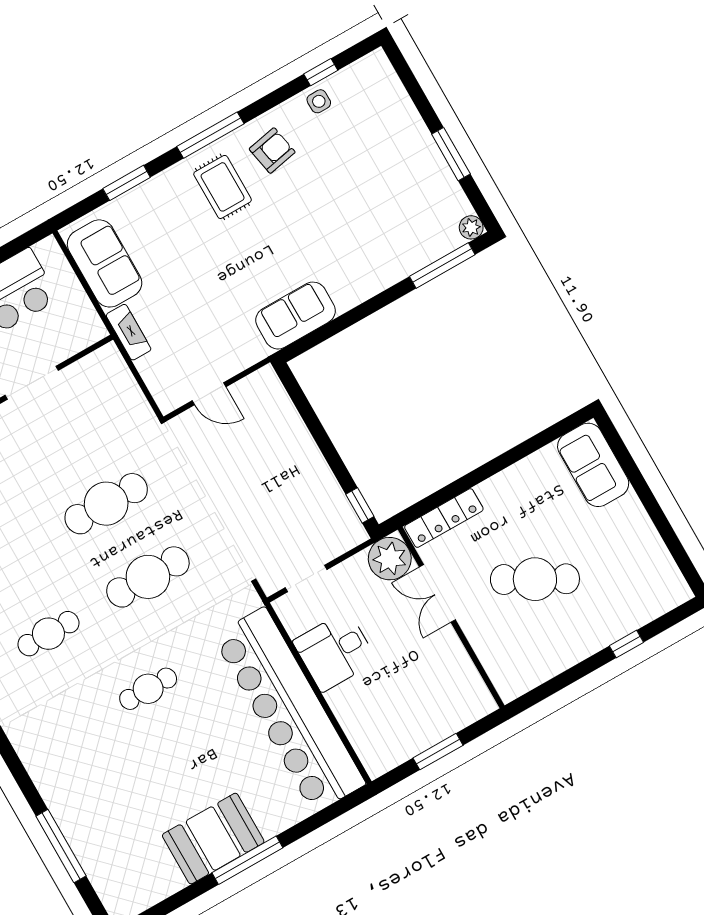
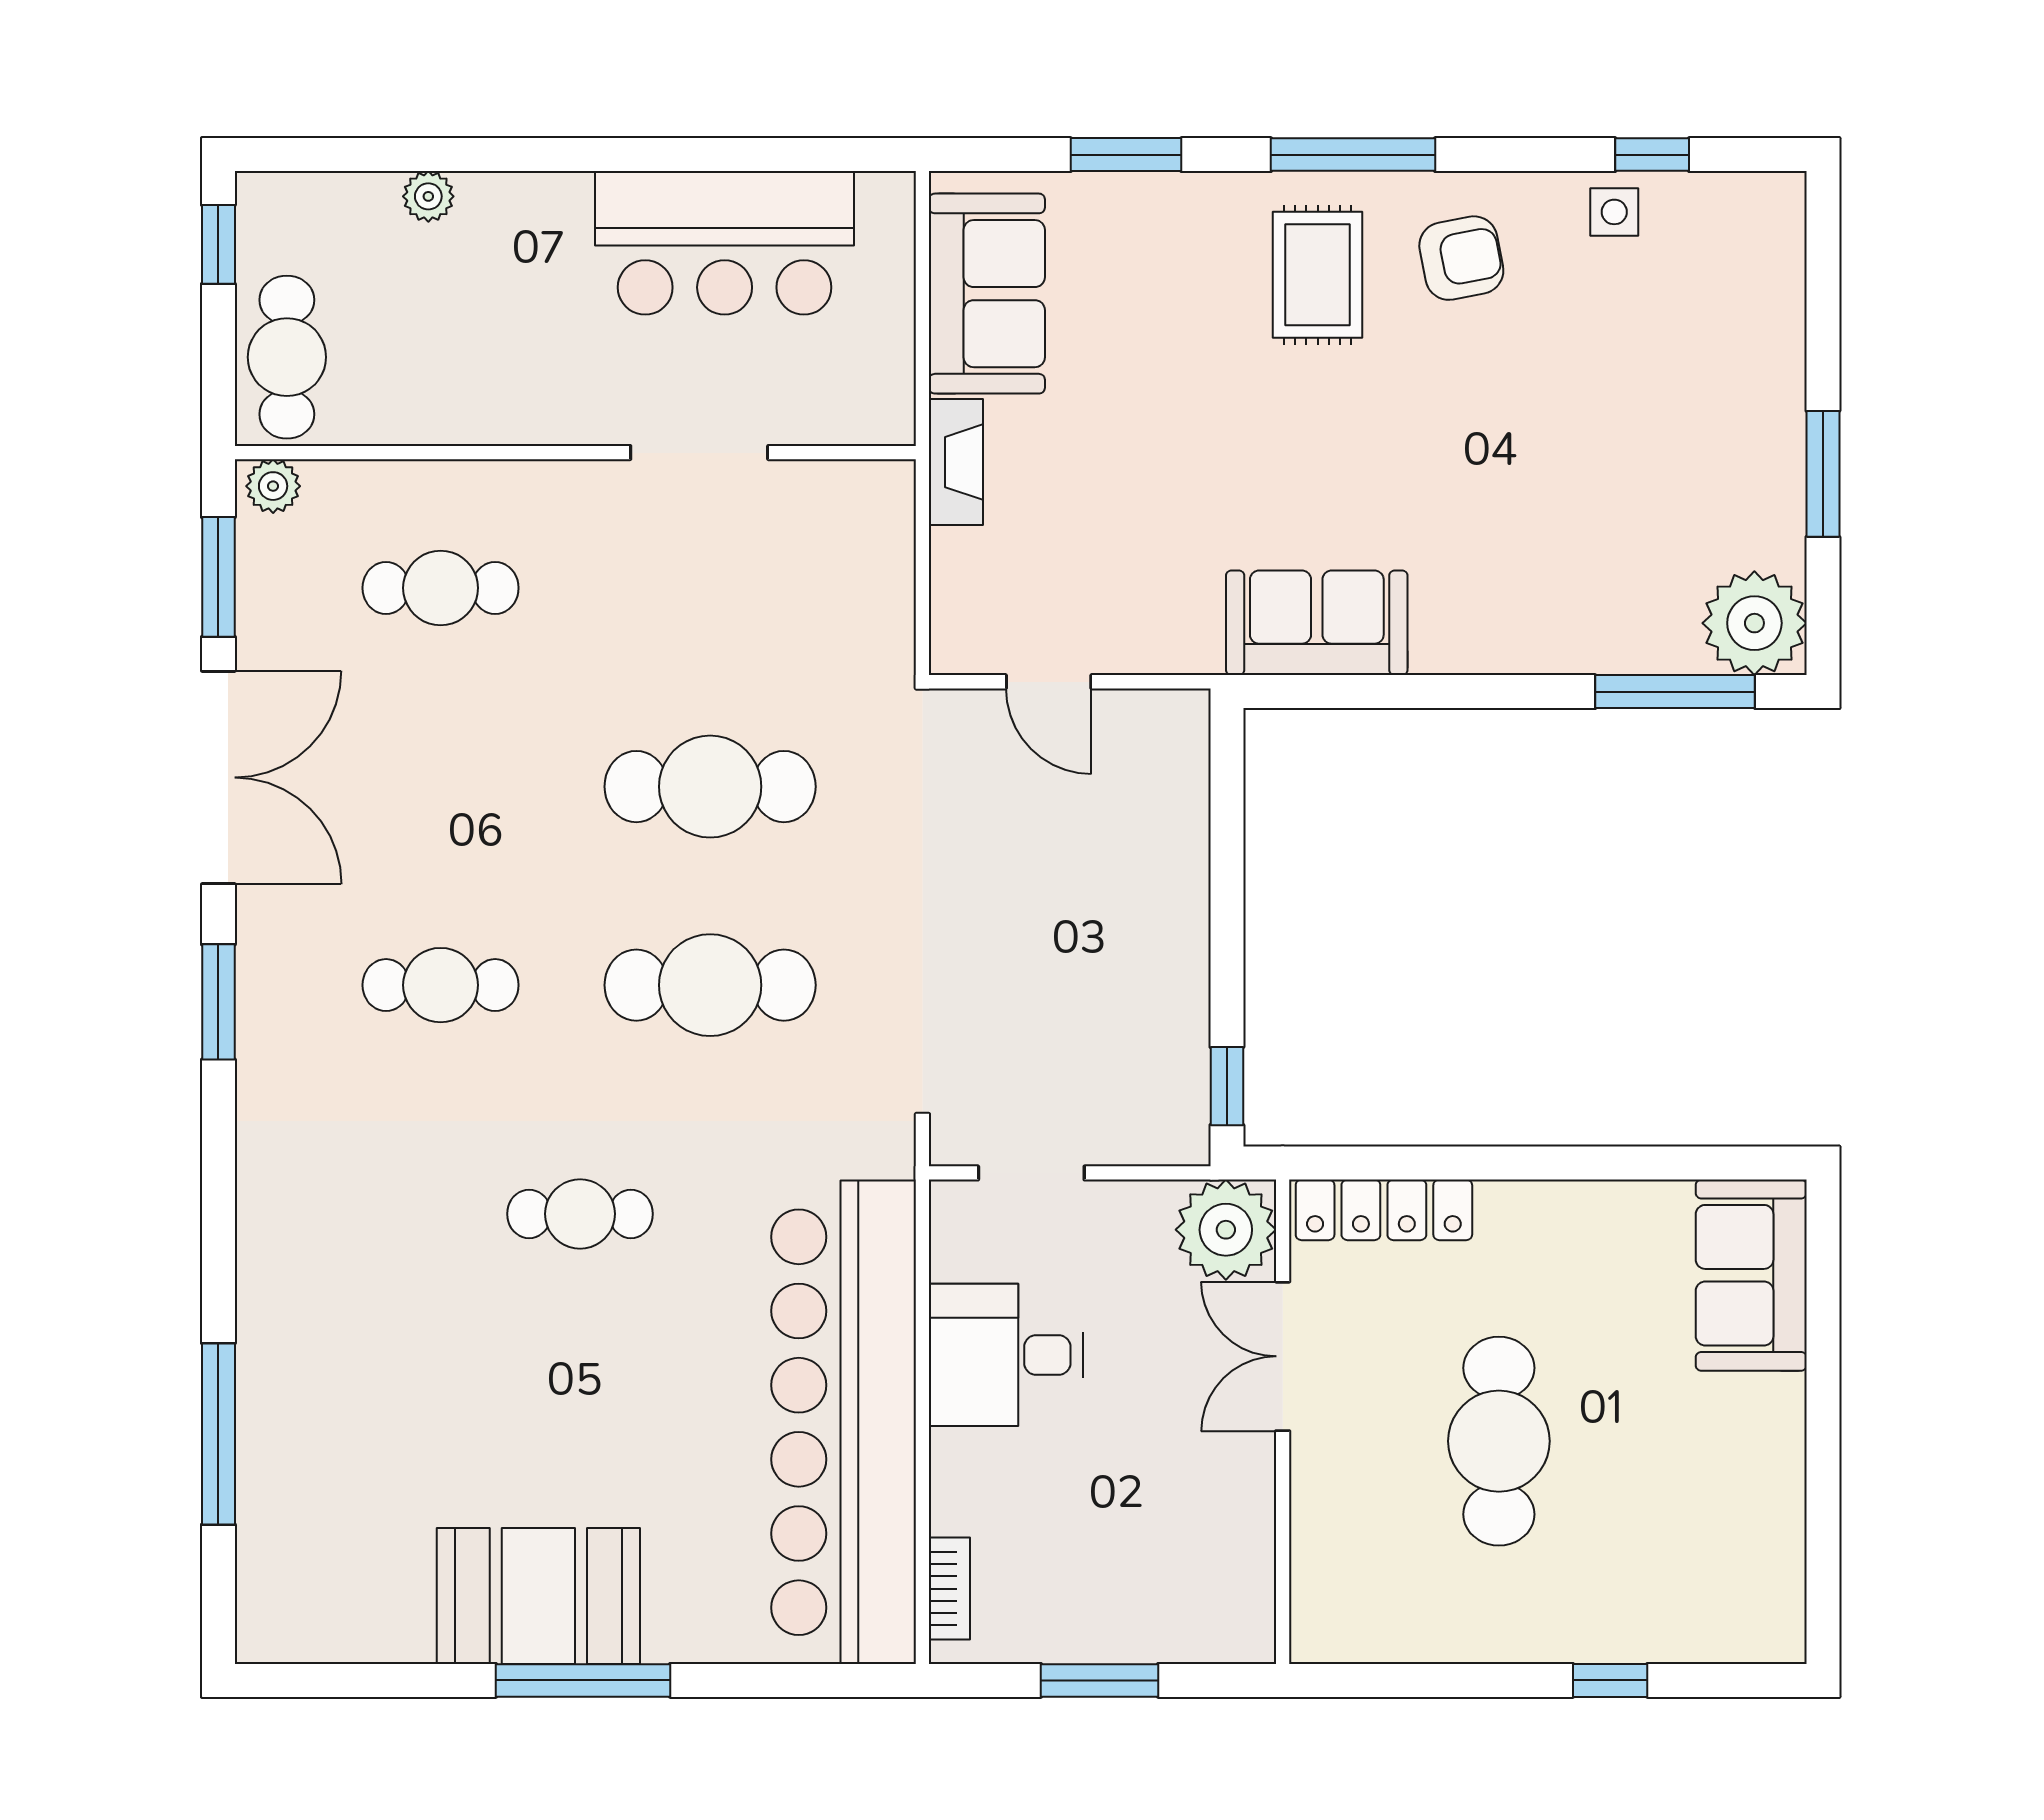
plant: (471, 227) -> (1754, 623), width x1.87, depth x1.87
cafe table: (535, 579) -> (1499, 1441), turned 61
bookcase: (363, 749) -> (949, 1589), added

